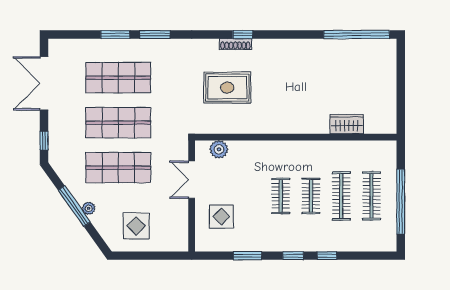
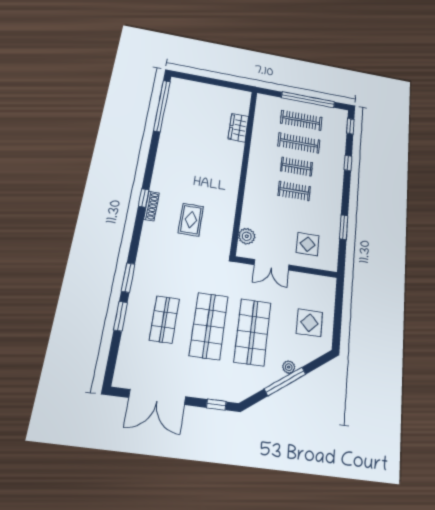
shop shelf: (118, 78) -> (164, 319), width x0.70, depth x0.74
rug: (227, 88) -> (191, 220), width x0.73, depth x0.70
window: (293, 256) -> (350, 126), moved

